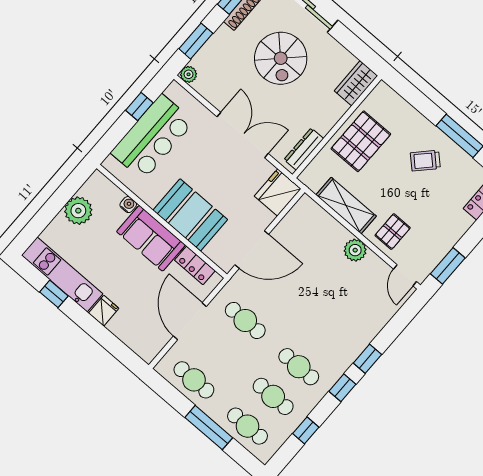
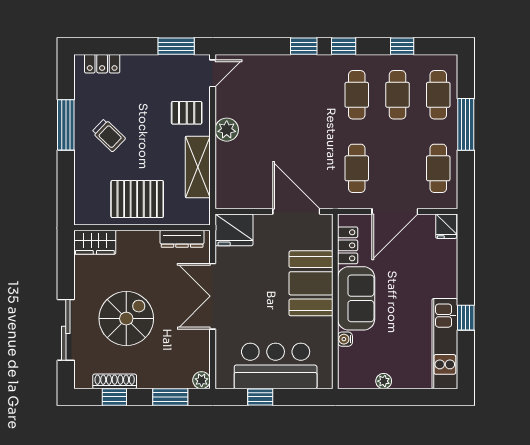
plant: (78, 211) -> (384, 381), width x0.53, depth x0.53
window: (54, 294) -> (466, 318), moved
fridge: (104, 311) -> (446, 226), moved, turned -90

